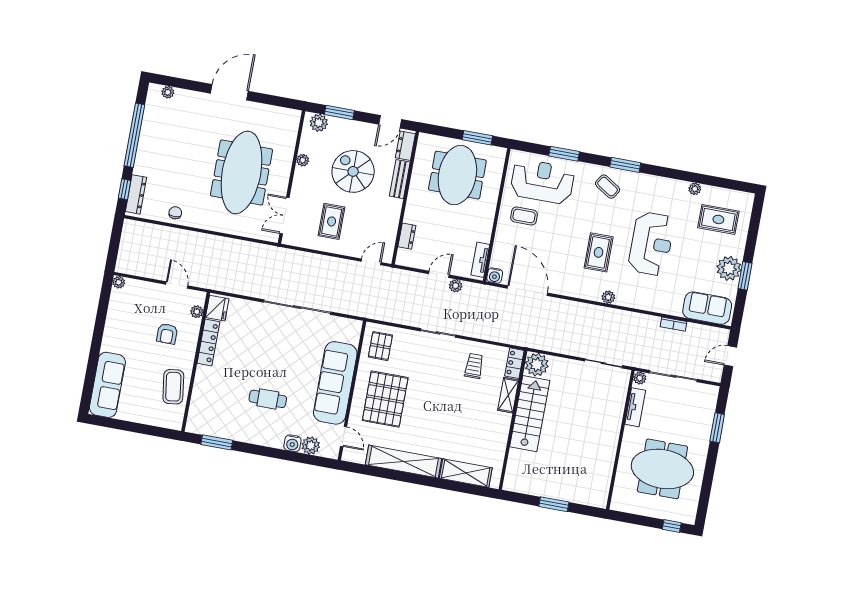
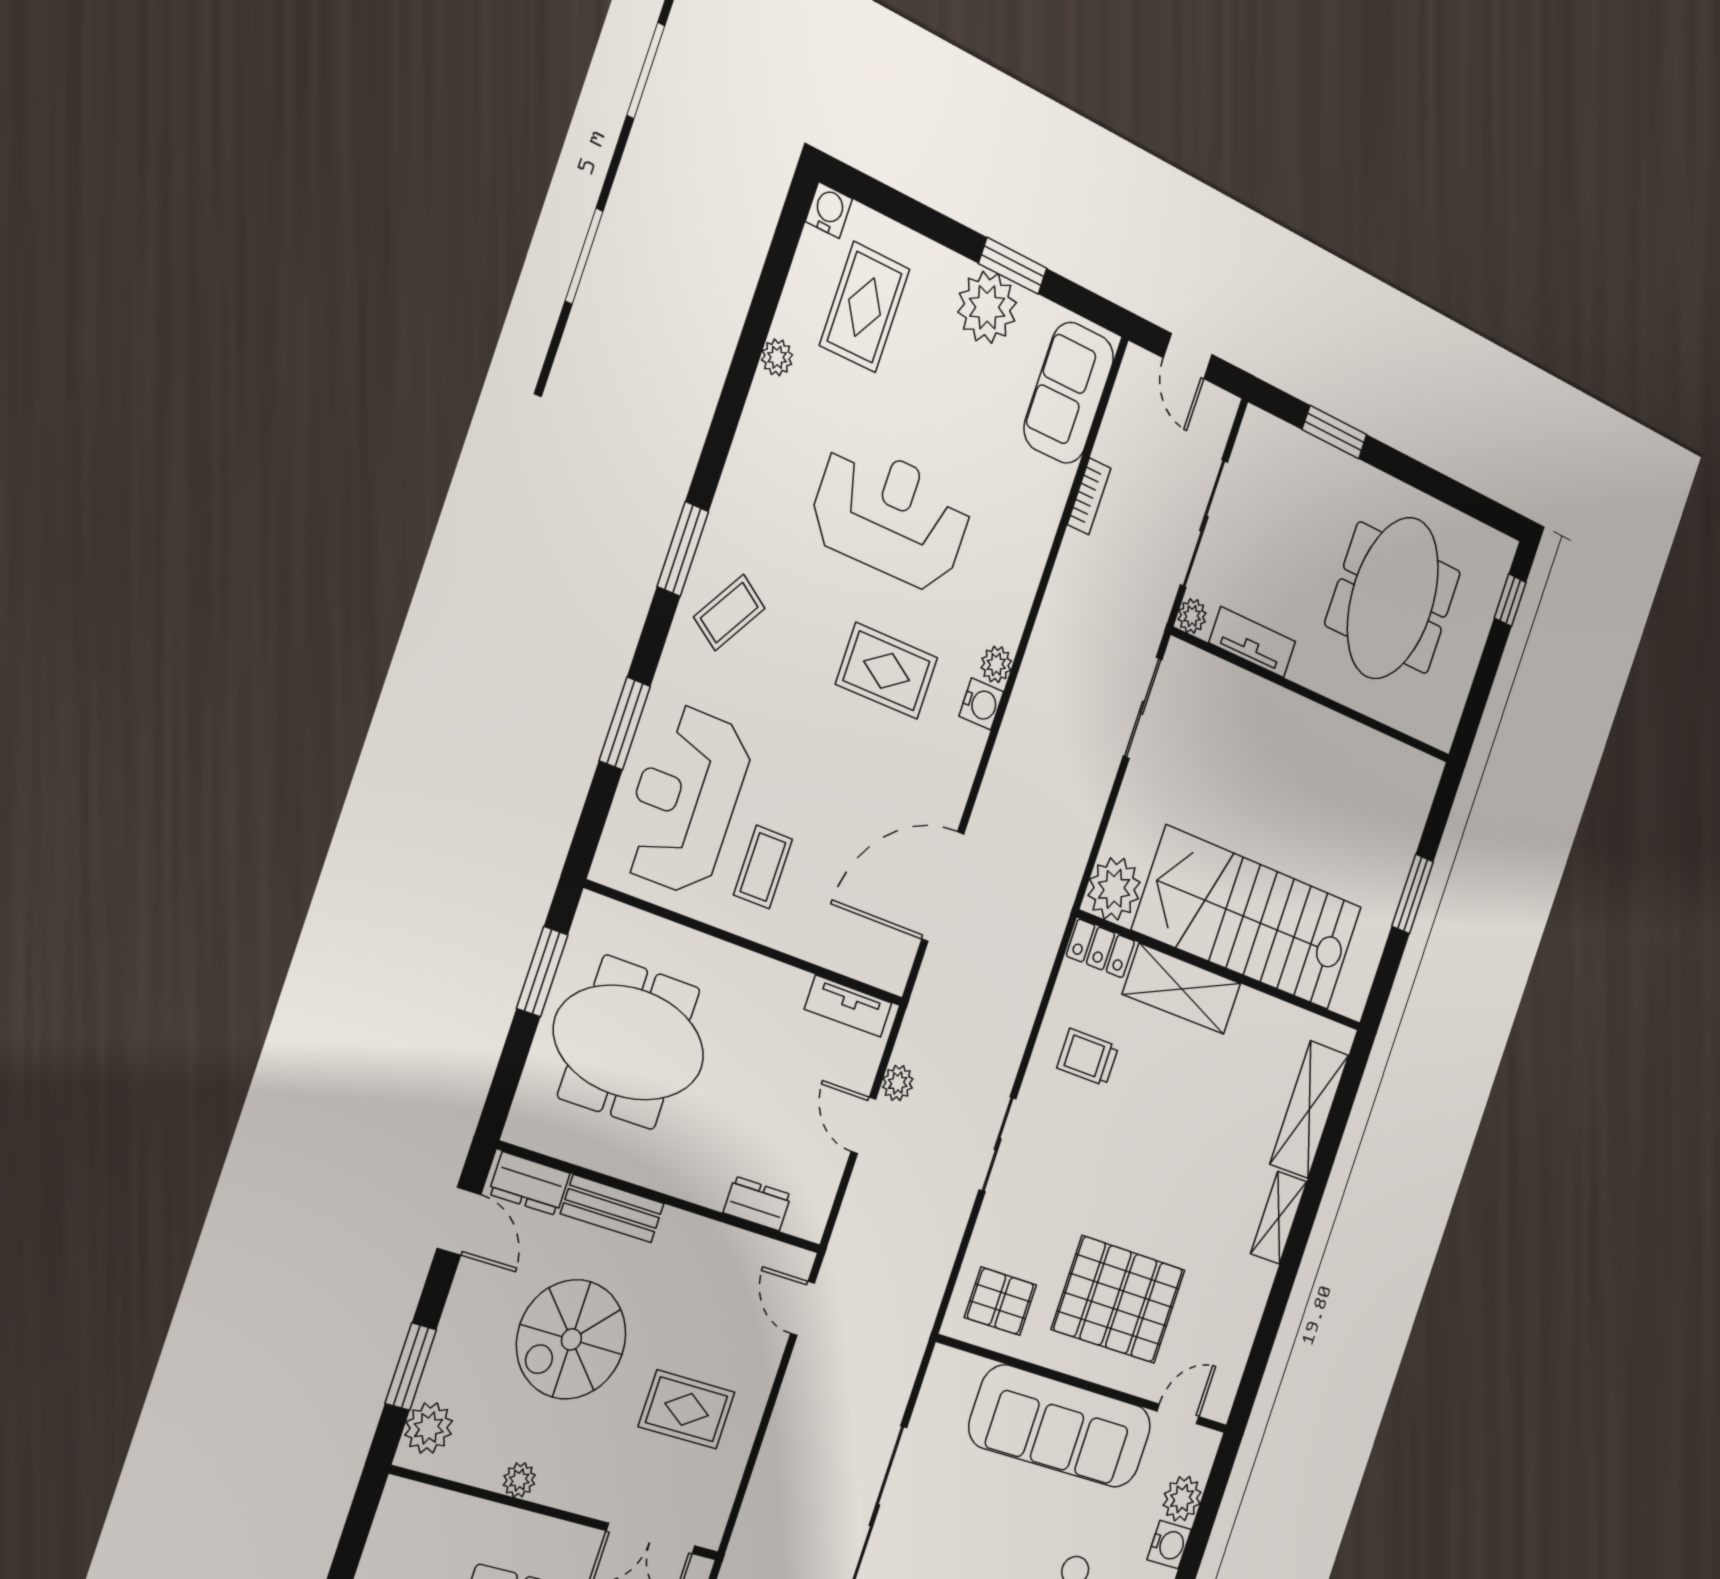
water cooler: (747, 199) -> (829, 210), added
water cooler: (495, 276) -> (981, 704), moved
shelving: (508, 395) -> (1182, 989), width x1.50, depth x1.33
stairs: (530, 414) -> (1248, 918), width x1.36, depth x1.51
shelving: (404, 462) -> (1279, 1218), width x0.45, depth x0.75

